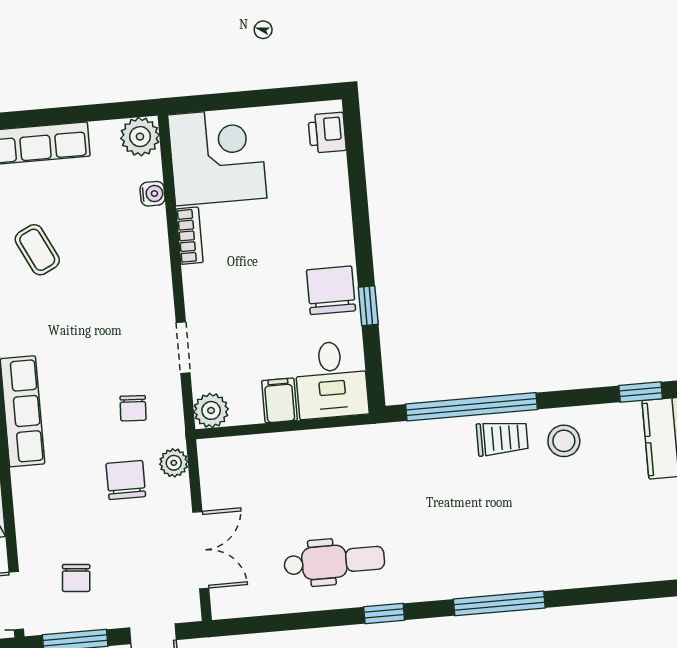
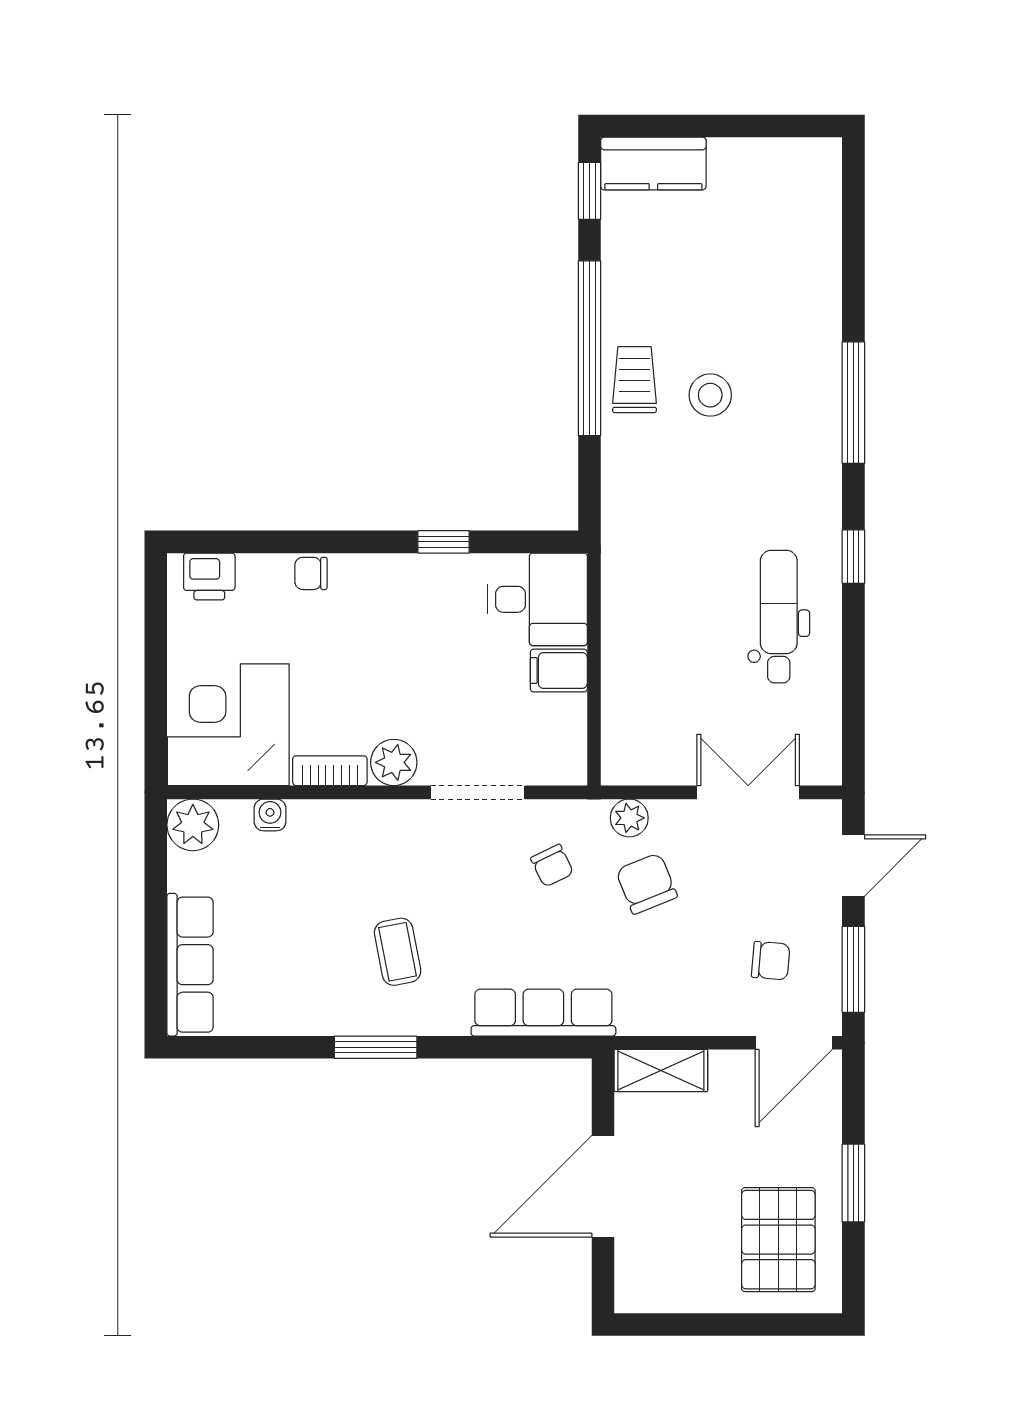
coffee table: (37, 250) -> (398, 952), moved, turned -75
chair: (331, 290) -> (311, 573), moved, width x0.54, depth x0.54
doorway: (183, 348) -> (478, 792), width x1.38
window: (471, 407) -> (590, 348), moved
chair: (133, 408) -> (552, 866), turned 61
plant: (211, 410) -> (394, 762), moved
stool: (564, 441) -> (710, 395), moved
chair: (126, 480) -> (646, 884), turned 68

